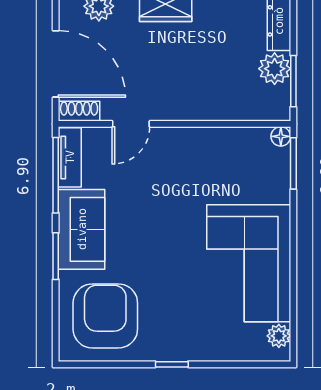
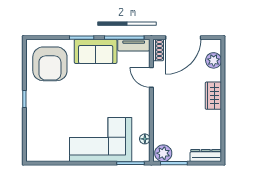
plant: (275, 69) -> (163, 153), moved
floor lamp: (281, 136) -> (145, 139), moved
corner sofa: (249, 263) -> (101, 140), moved
armchair: (105, 316) -> (50, 64), turned 90
plant: (279, 336) -> (39, 155), removed

